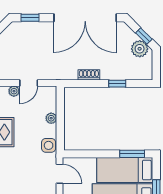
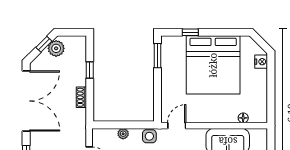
bed: (125, 170) -> (173, 63), removed

